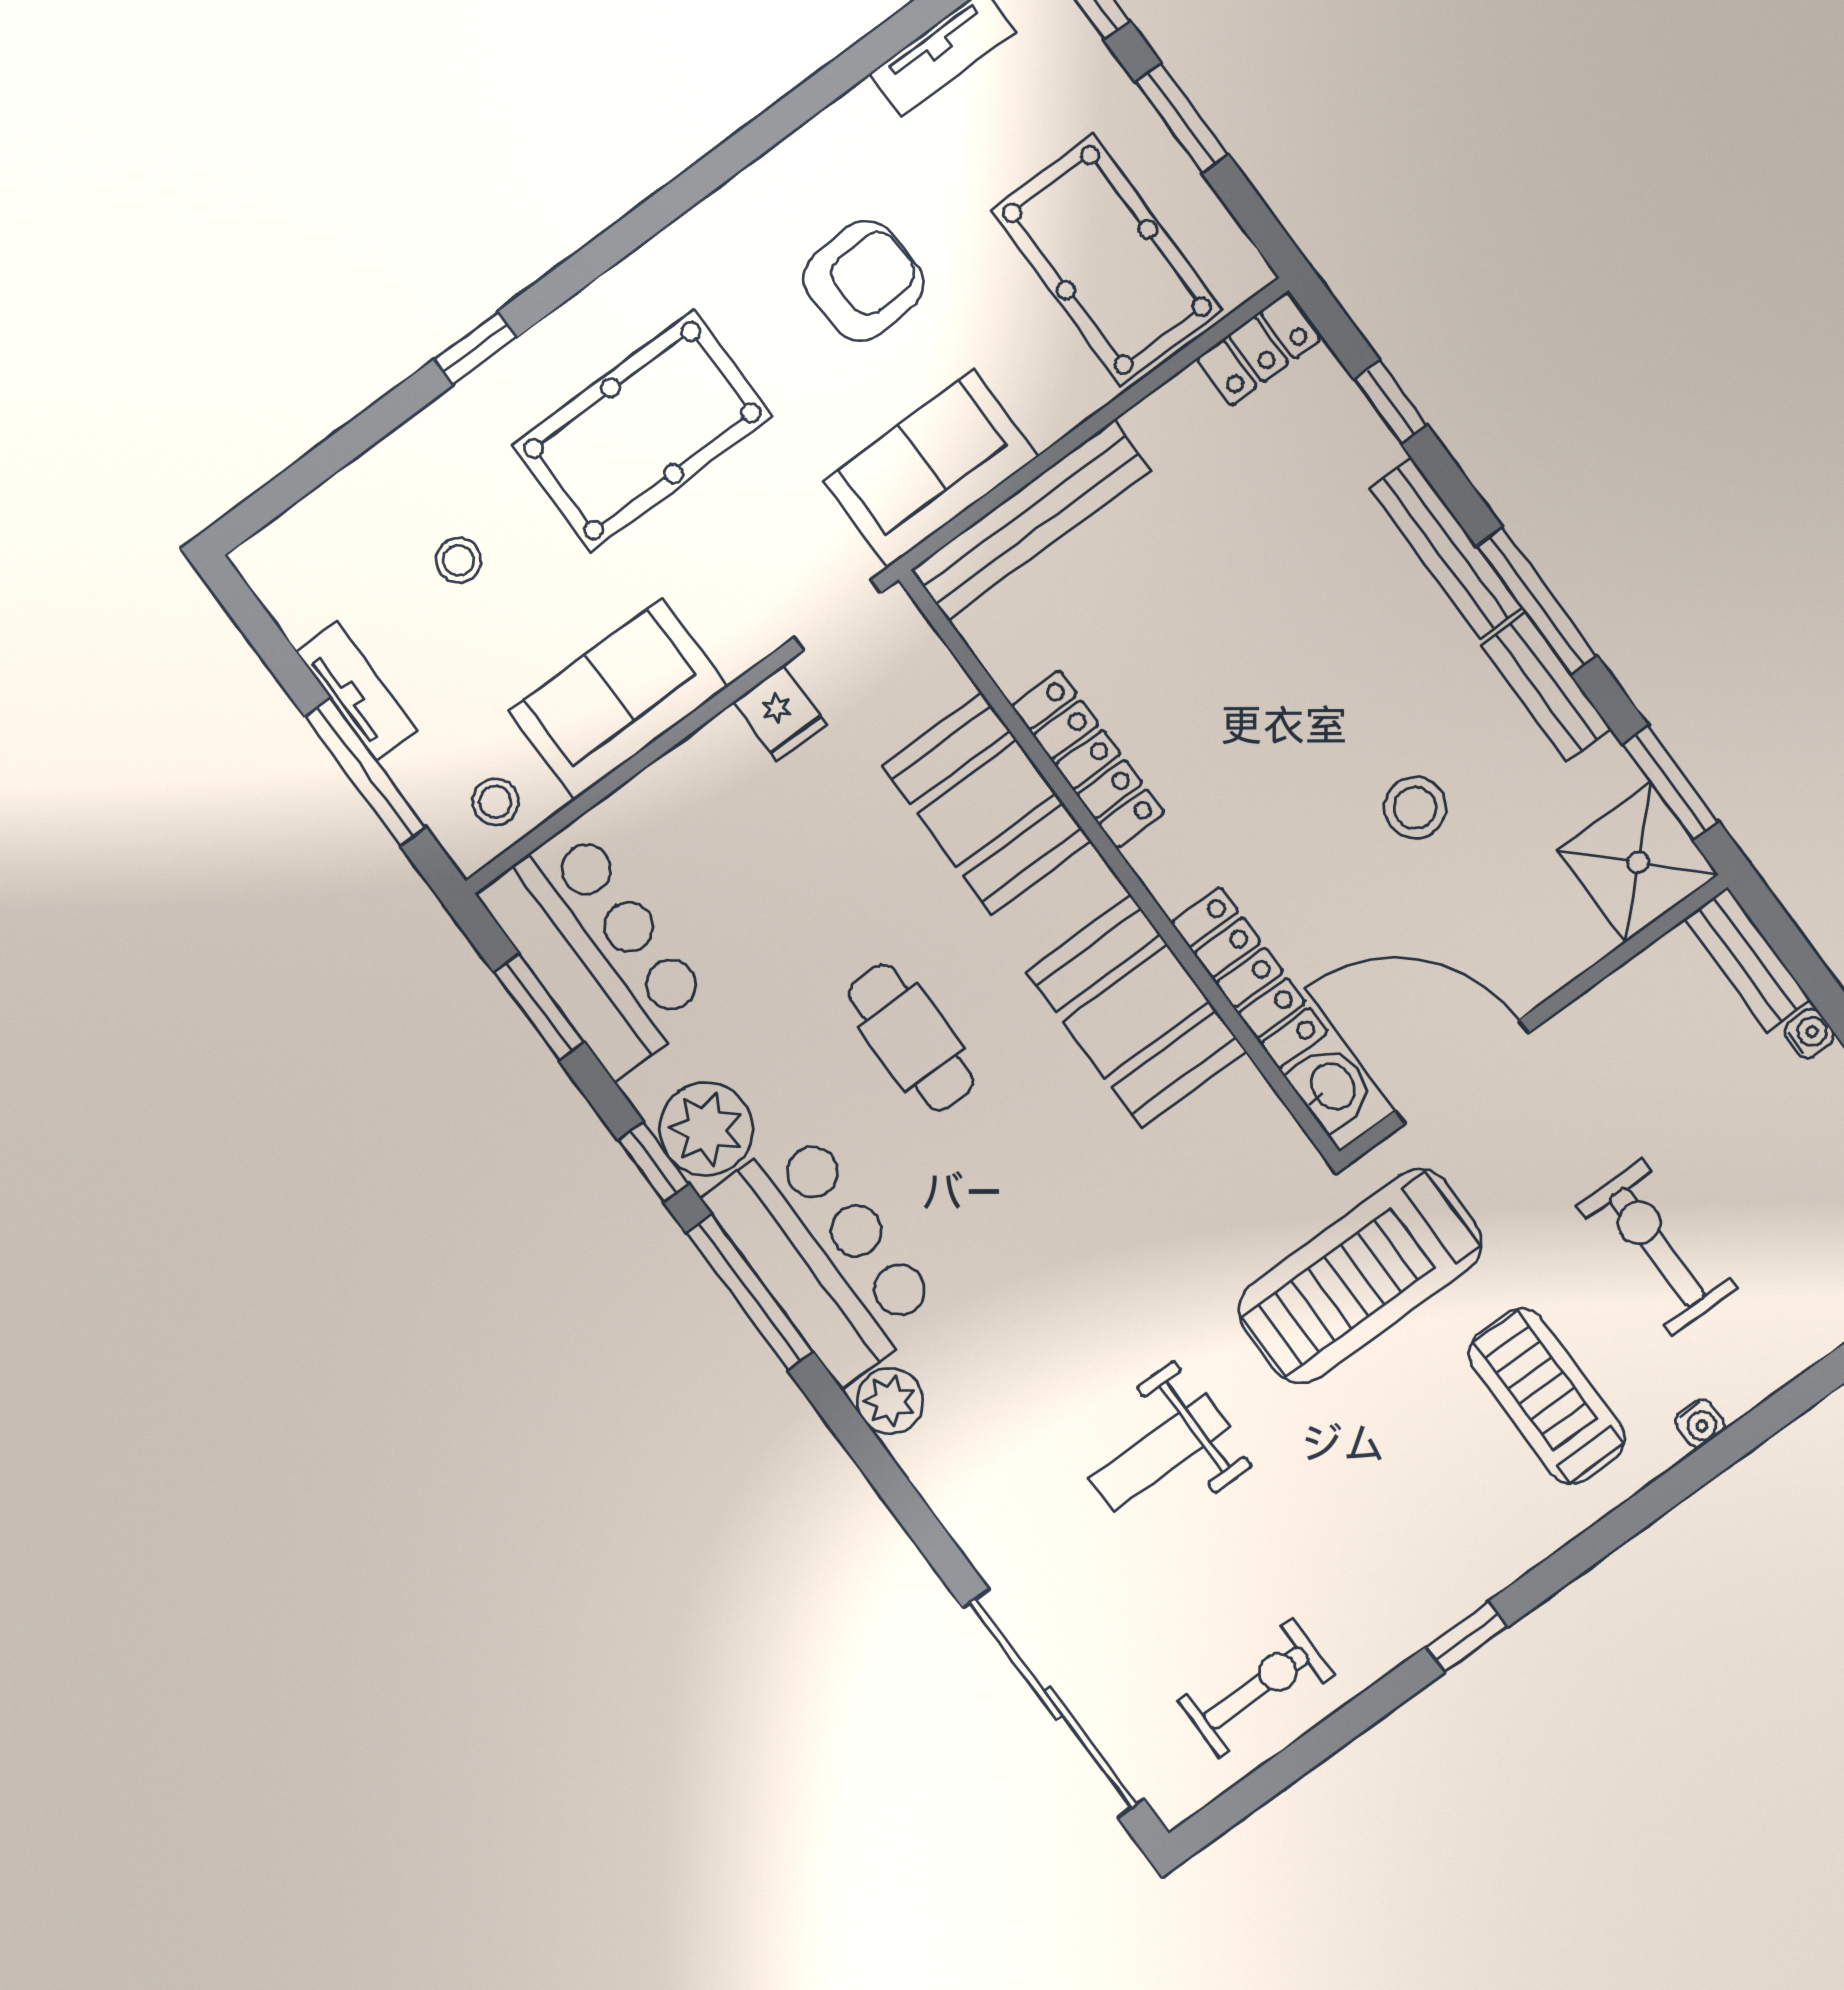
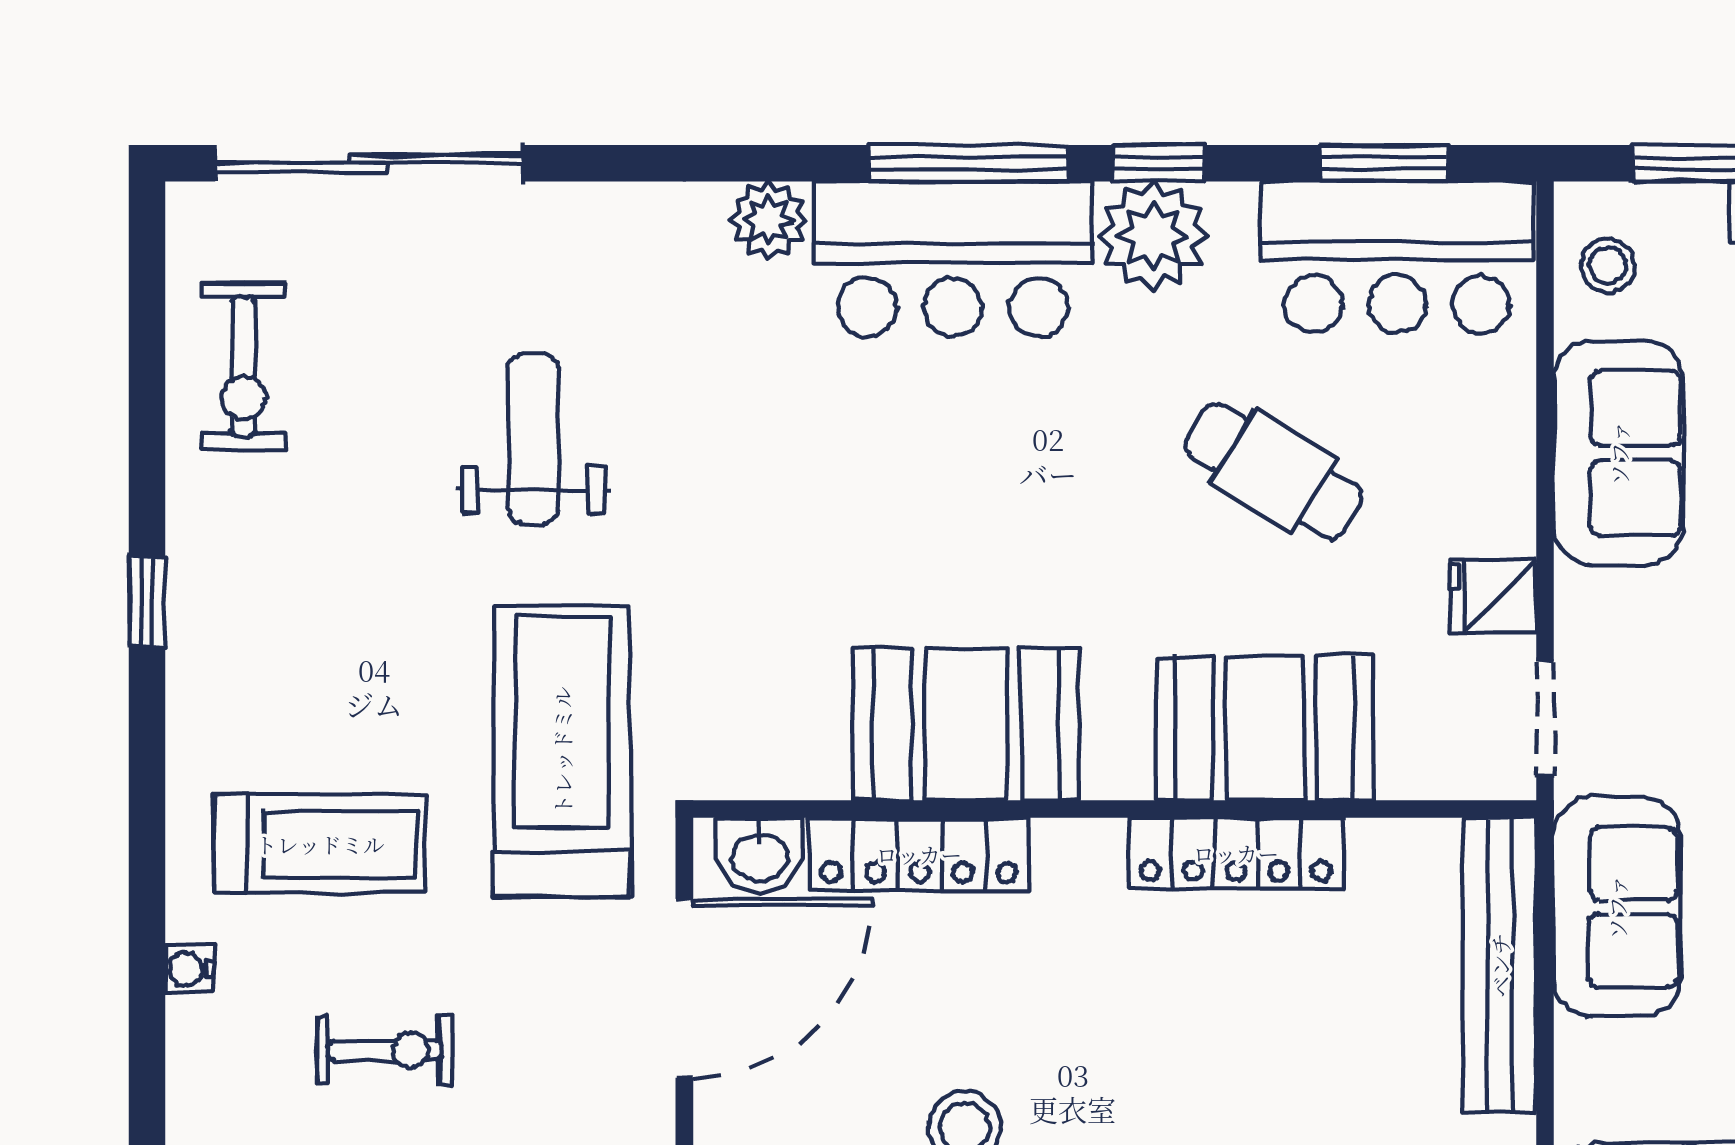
cafe table: (911, 1038) -> (1273, 471), moved, turned 31
exercise bike: (1657, 1247) -> (385, 1050), width x0.73, depth x0.72

